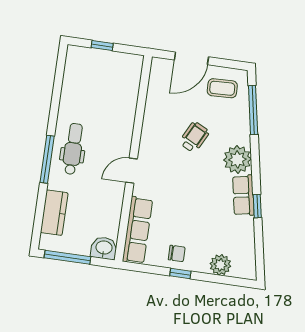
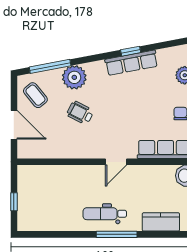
coffee table: (222, 88) -> (35, 95), turned -37
plant: (237, 159) -> (74, 77), moved
door: (131, 171) -> (116, 162), hinge flipped
row of seats: (243, 195) -> (131, 63), width x1.48

